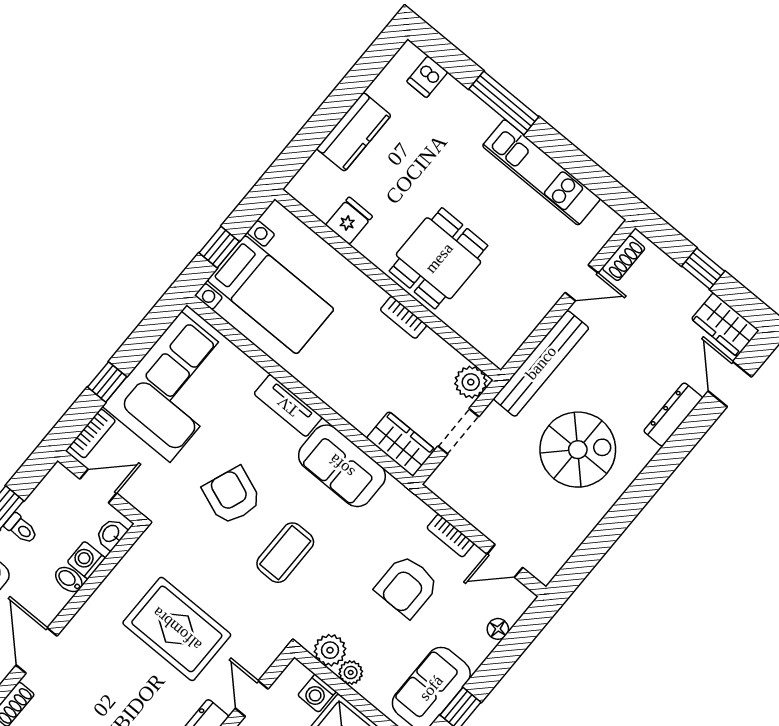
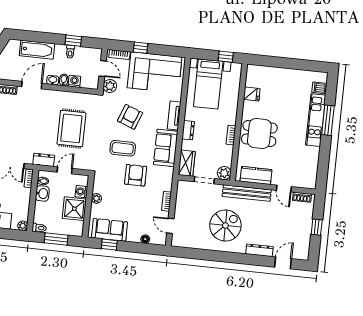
kitchen counter: (354, 132) -> (256, 175), moved, turned 180
kitchen unit: (541, 172) -> (316, 120), moved
window: (219, 247) -> (226, 57), moved
wardrobe: (725, 325) -> (302, 248), removed
dresser: (336, 397) -> (188, 130), added
spiral stairs: (578, 450) -> (225, 225), turned -90
washbasin: (111, 534) -> (53, 80), moved
armchair: (407, 586) -> (136, 175), moved, turned 90
plant: (330, 650) -> (110, 86), moved

